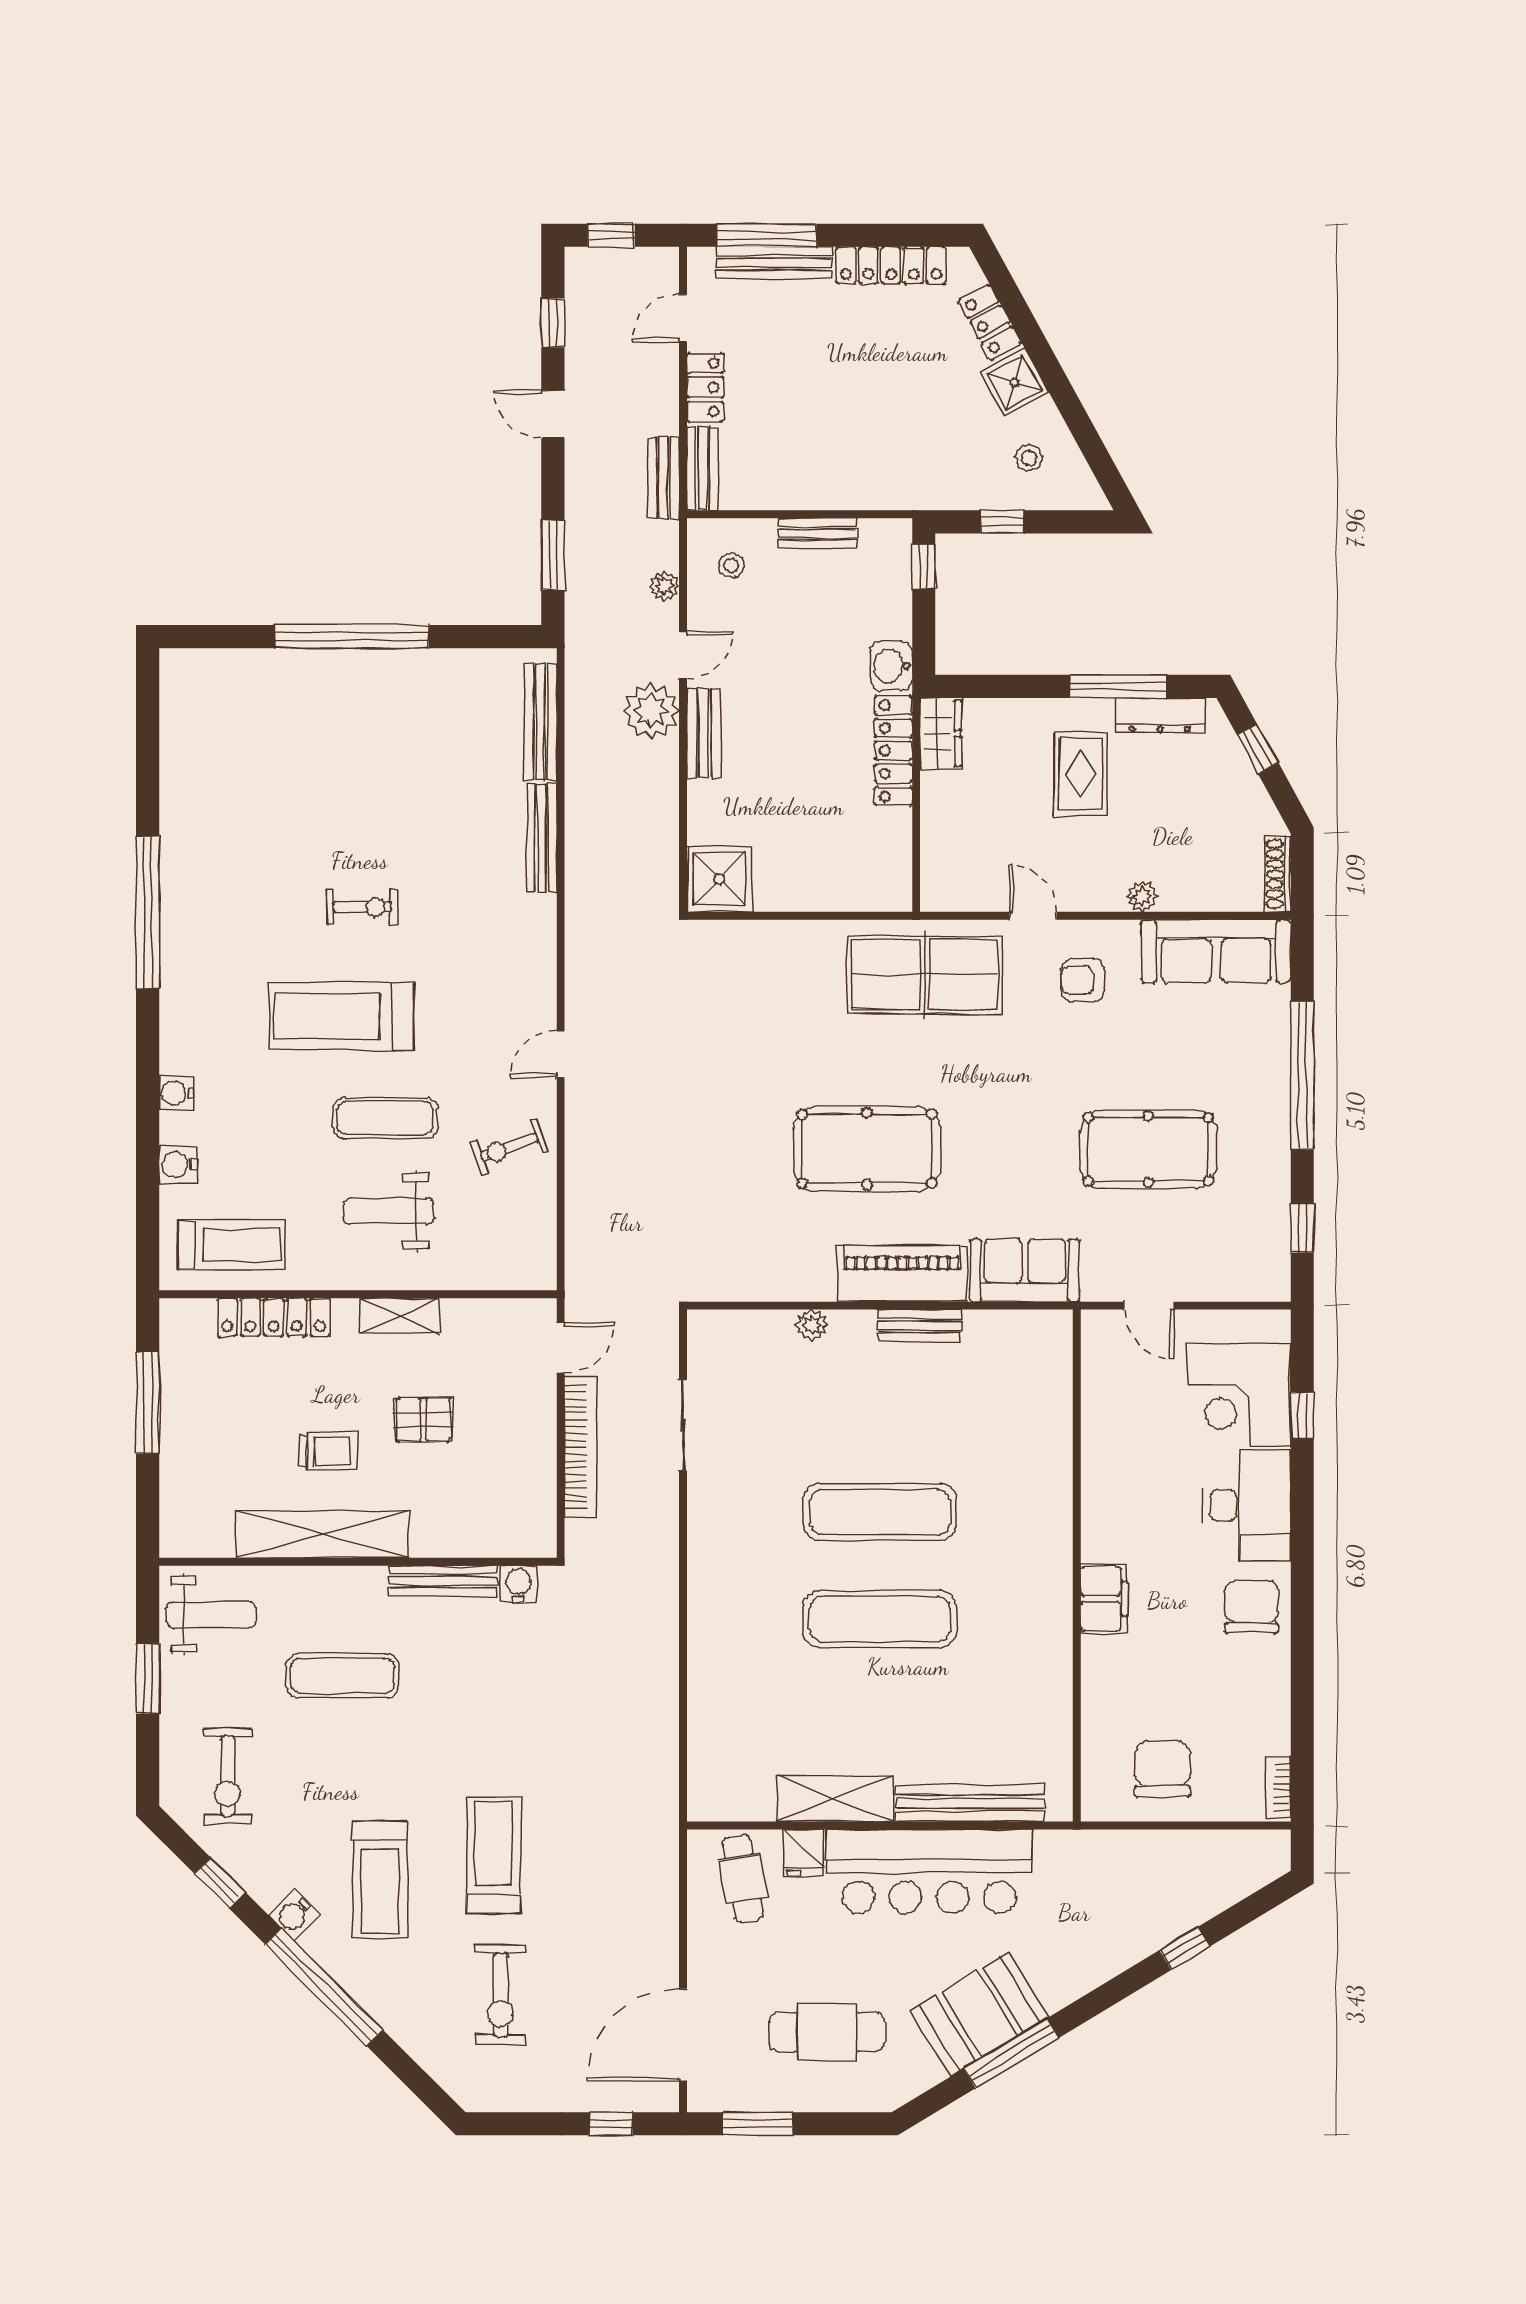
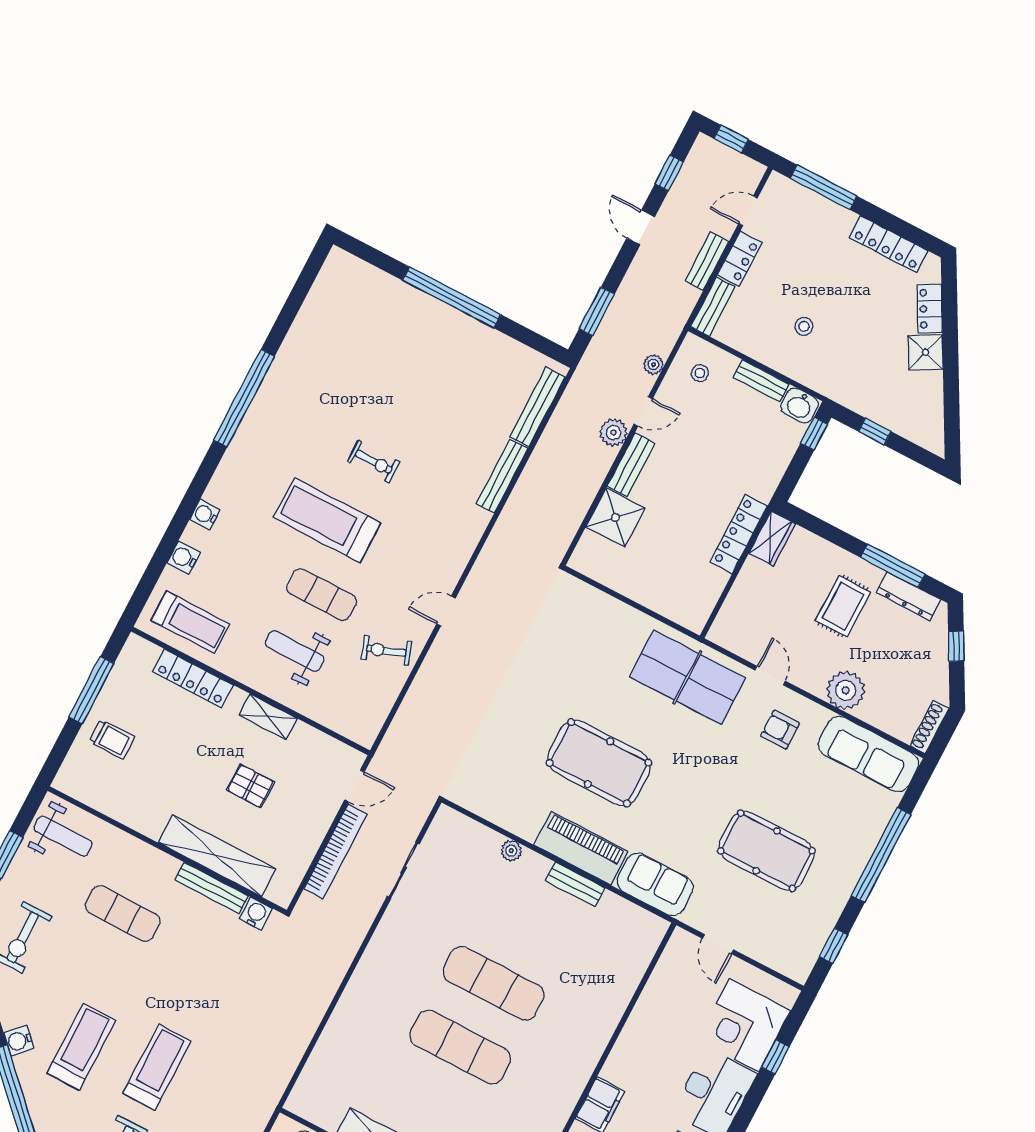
bench: (774, 263) -> (820, 206), removed
stool: (1029, 458) -> (804, 326), moved
bench: (663, 478) -> (707, 261), moved
washbasin: (891, 666) -> (800, 405), moved, turned -90
plant: (651, 711) -> (614, 433), width x0.73, depth x0.73
shower: (719, 879) -> (615, 517), moved
plant: (1142, 897) -> (846, 690), width x1.88, depth x1.88
trolley: (328, 1451) -> (112, 739), moved
shelving: (322, 1534) -> (217, 856), moved
treadmill: (380, 1880) -> (81, 1047), turned 180

